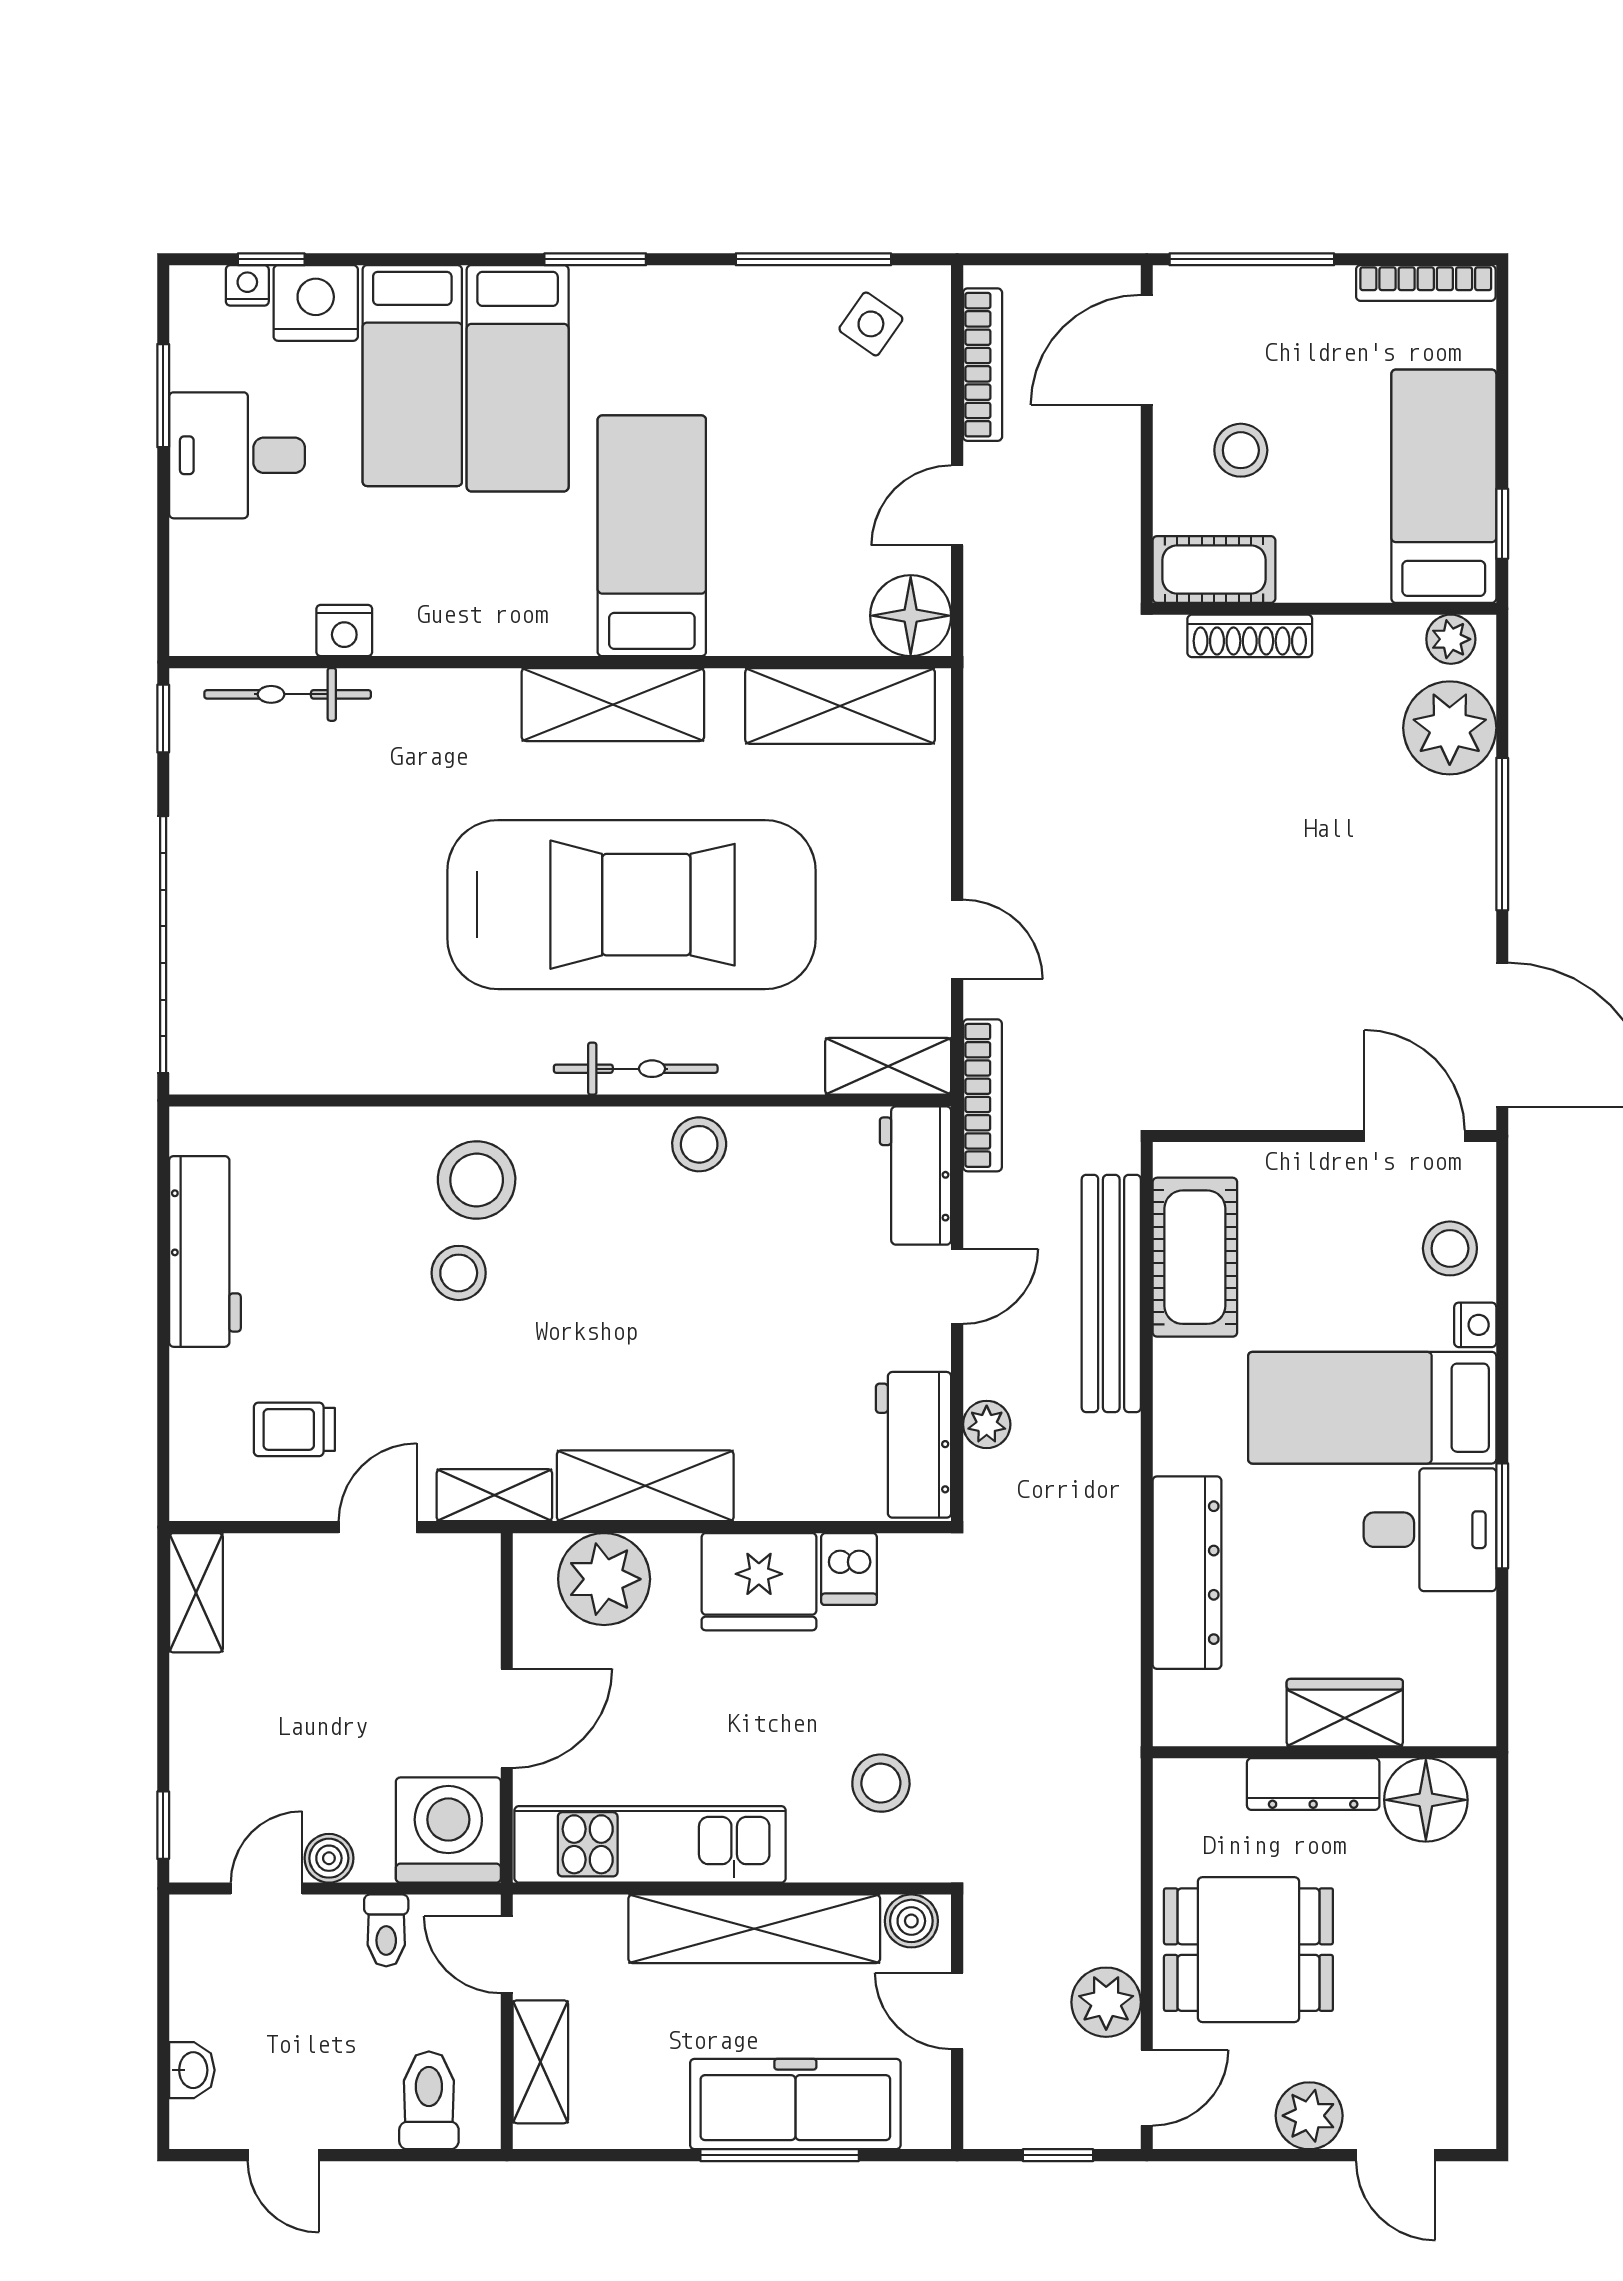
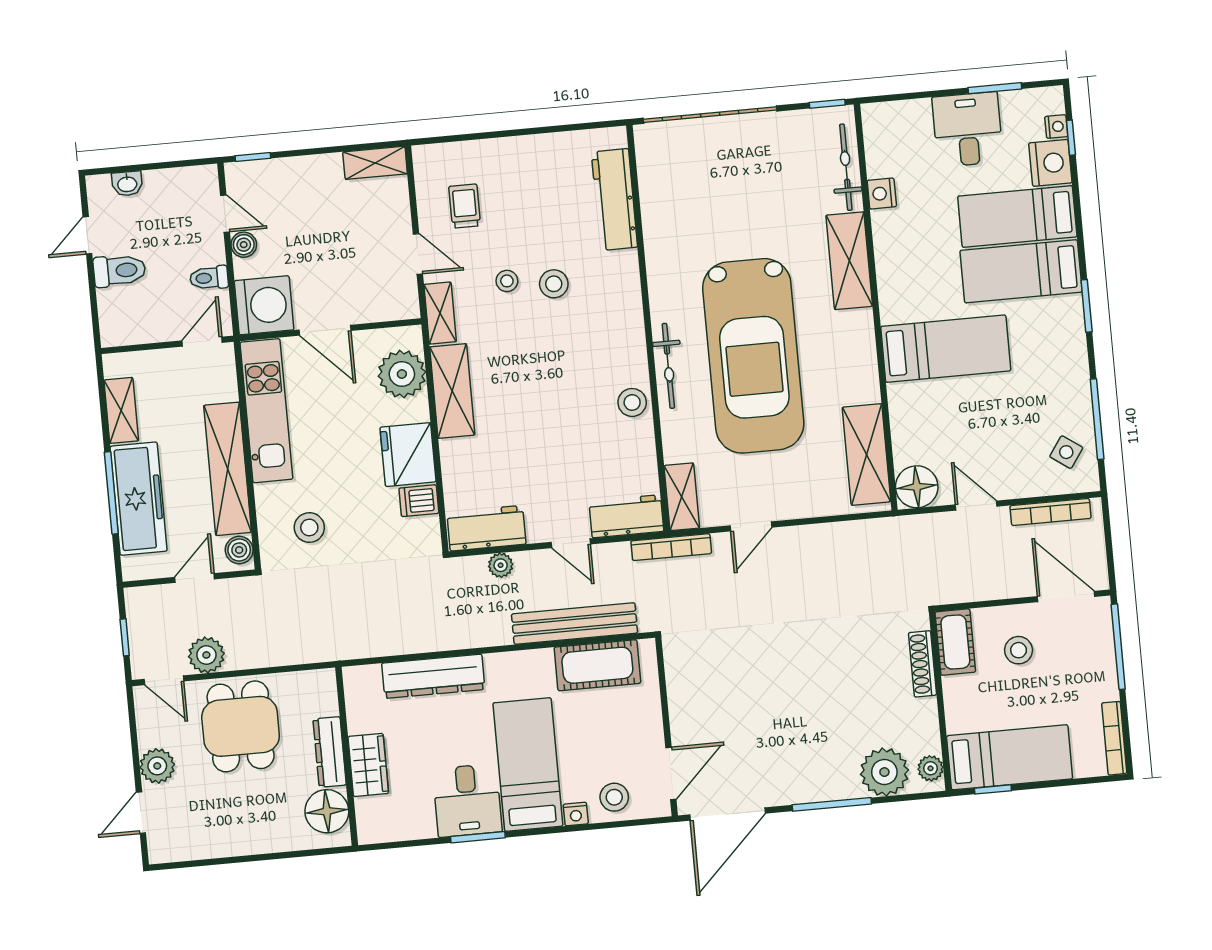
shelving: (613, 705) -> (849, 261), moved
stool: (477, 1180) -> (507, 281), moved, width x0.53, depth x0.53
workbench: (205, 1251) -> (614, 200), moved, turned 90
shelving: (540, 2062) -> (121, 410), moved, turned 90
toilet: (429, 2100) -> (119, 271), moved

